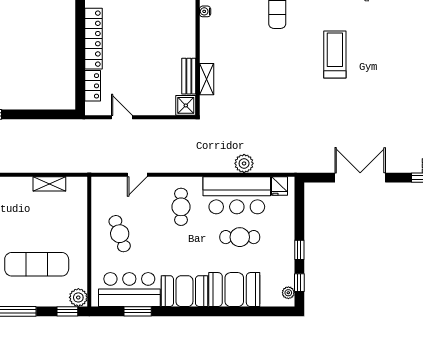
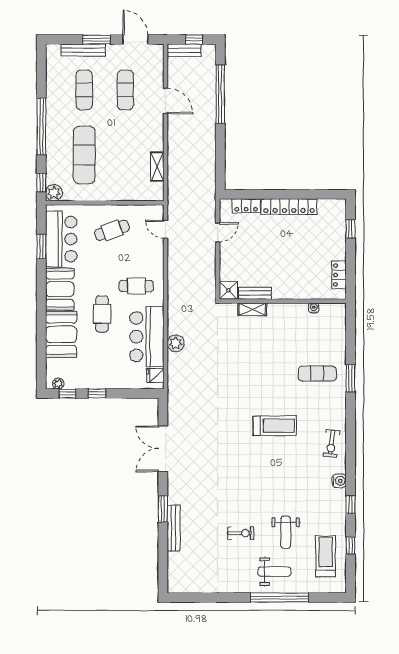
door: (137, 175) -> (165, 229), moved
double door: (360, 178) -> (163, 449), swing flipped
cafe table: (240, 237) -> (102, 314), moved

